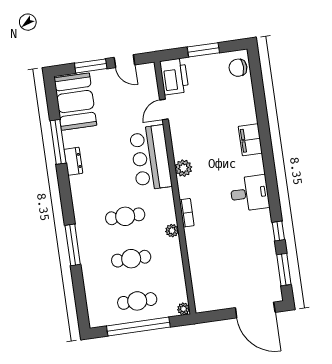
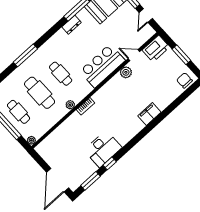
plant: (183, 168) -> (126, 72), moved
desk: (250, 193) -> (103, 149), moved, width x1.37
cafe table: (131, 259) -> (40, 93), width x1.37, depth x1.35

